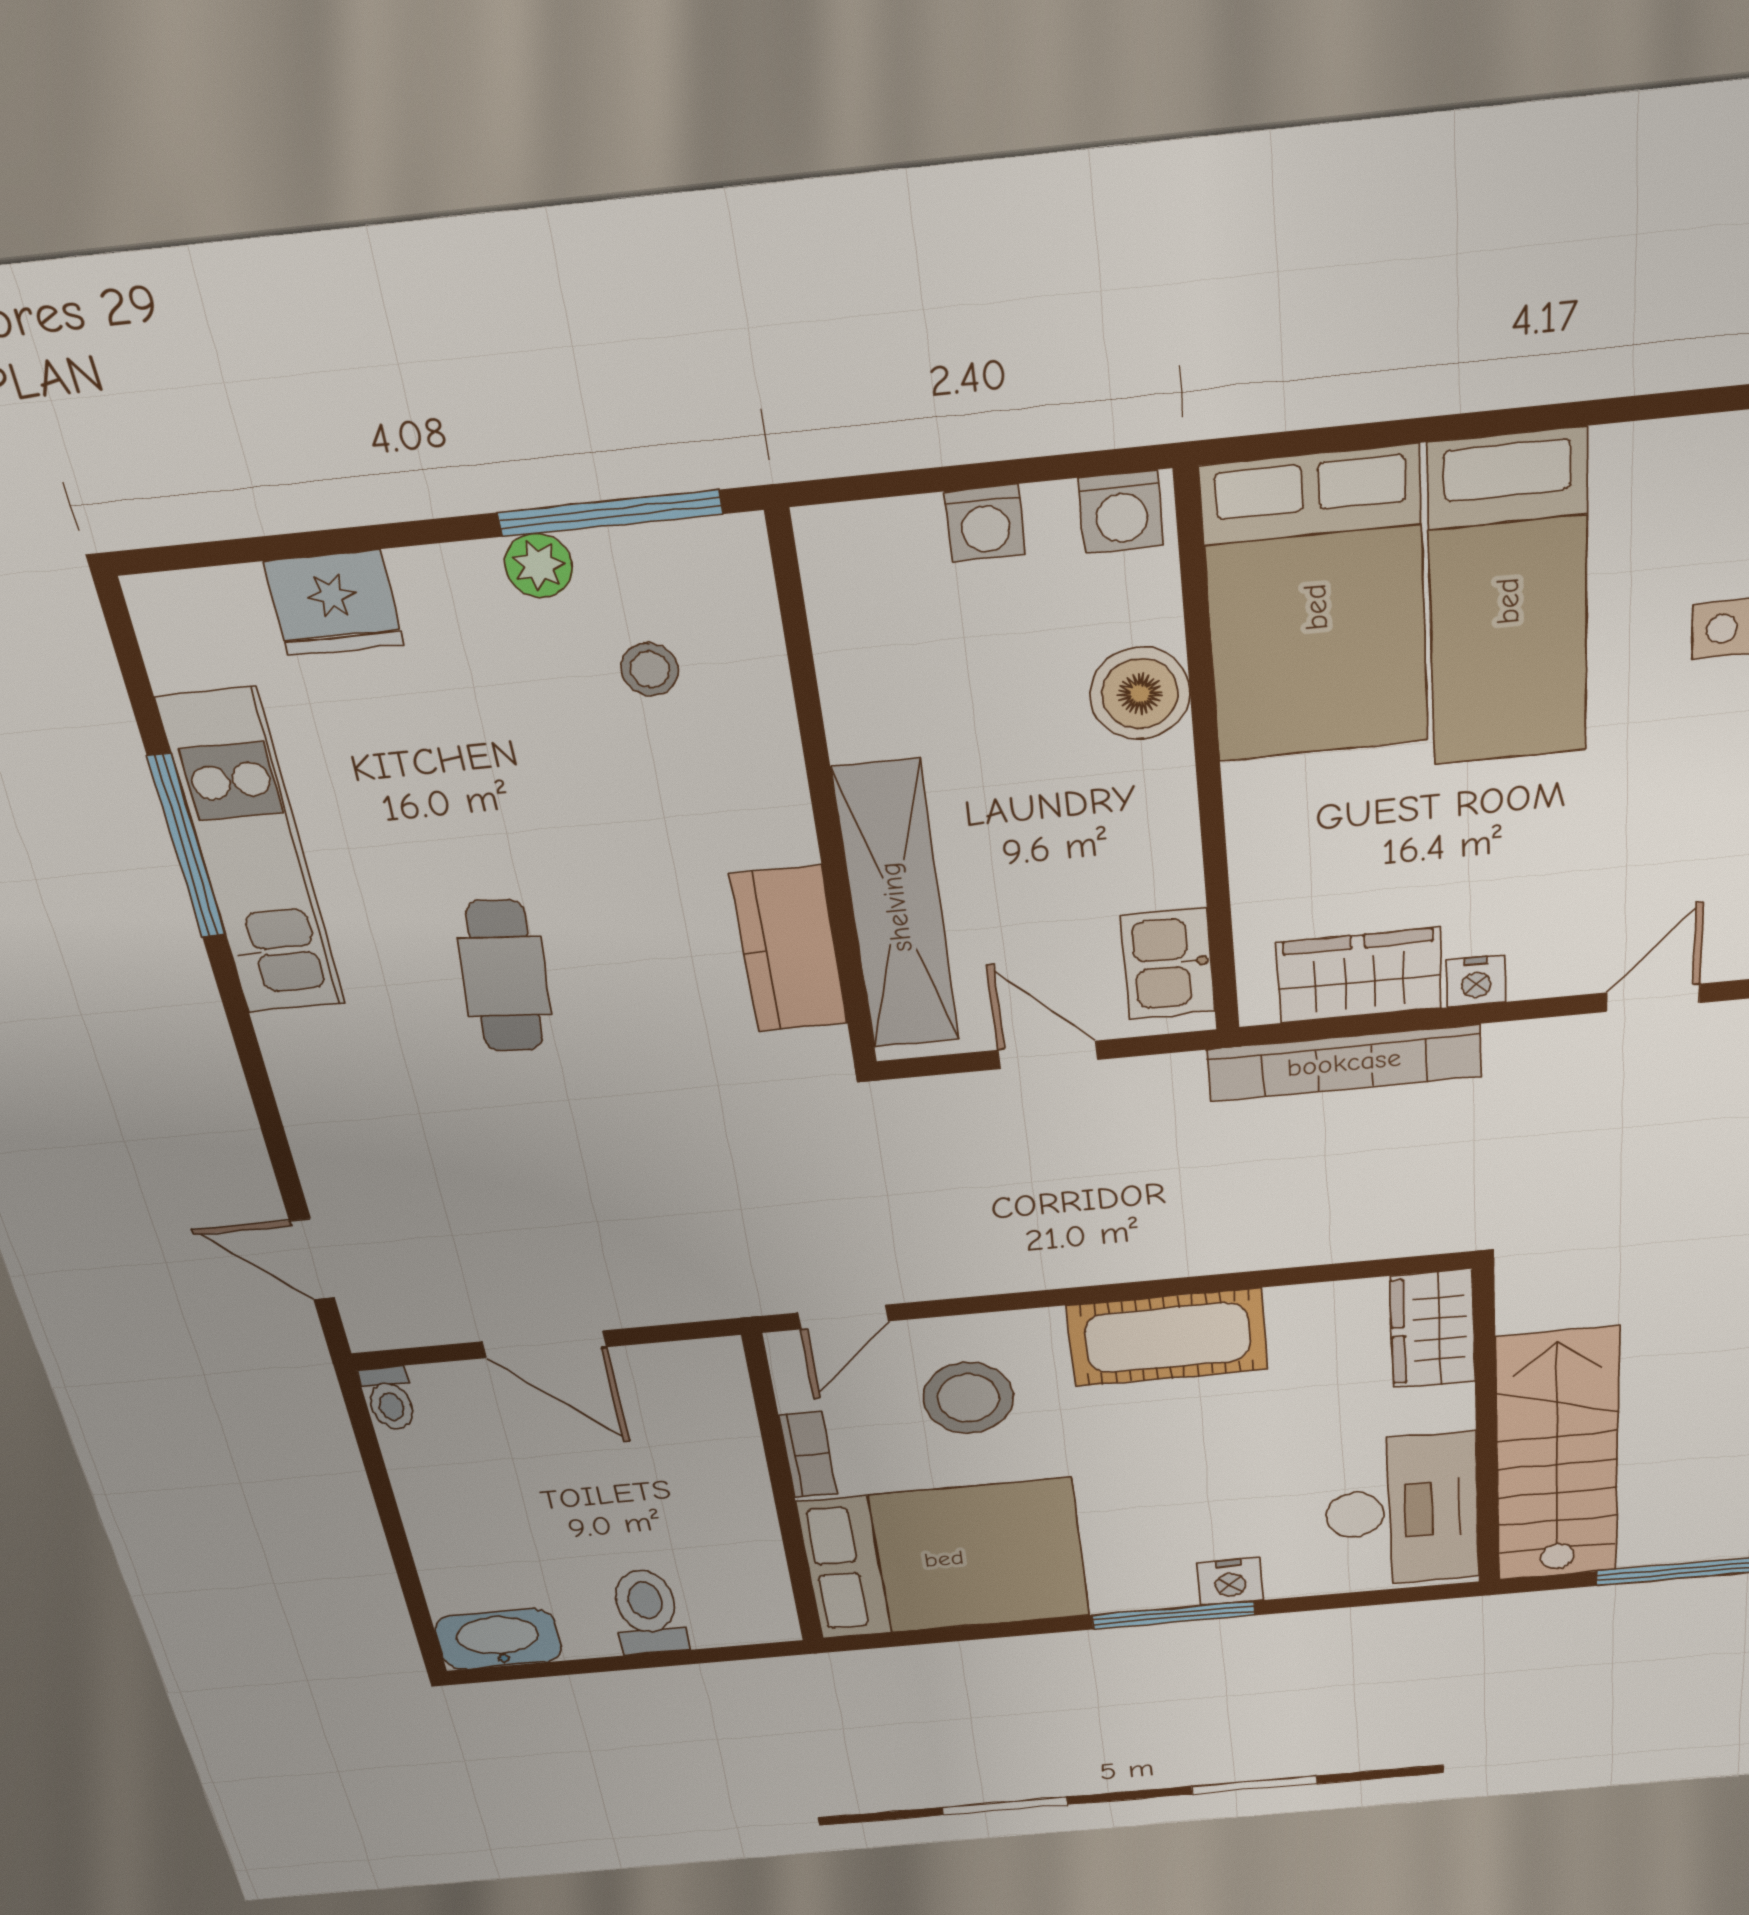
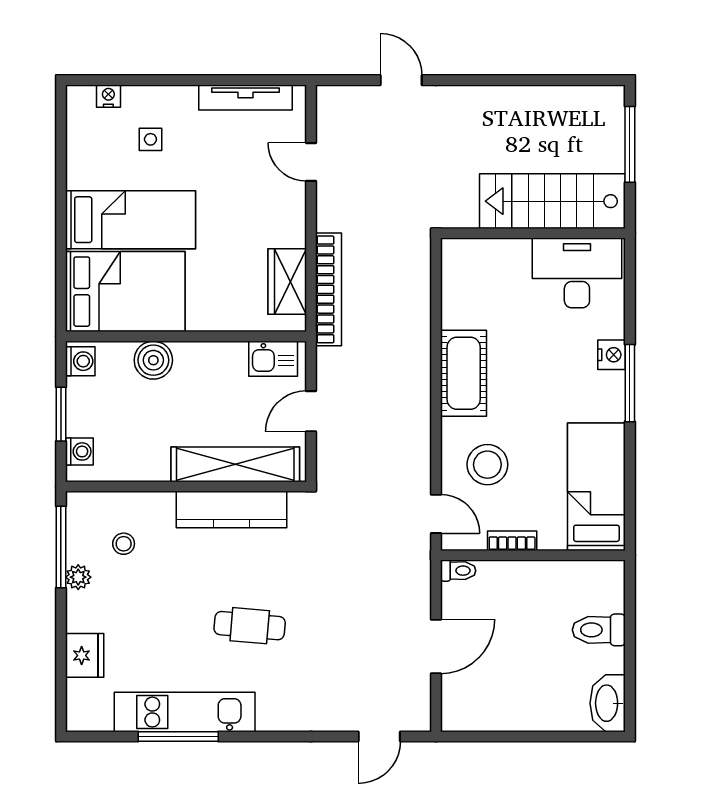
window: (971, 476) -> (61, 414), added
washing machine: (985, 523) -> (79, 451), moved
kitchen counter: (790, 950) -> (231, 510), width x1.50
nightstand: (1476, 981) -> (295, 234), removed
wardrobe: (1433, 1329) -> (472, 256), removed
toilet: (389, 1398) -> (458, 571), moved
bed: (944, 1559) -> (596, 487), width x0.67

